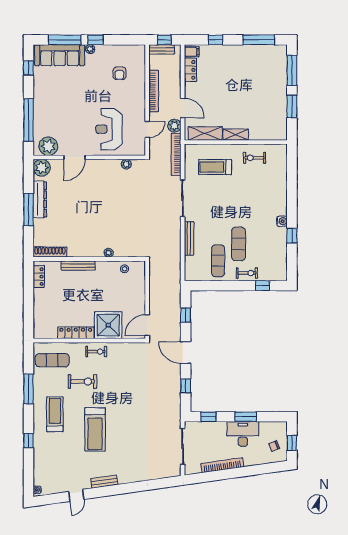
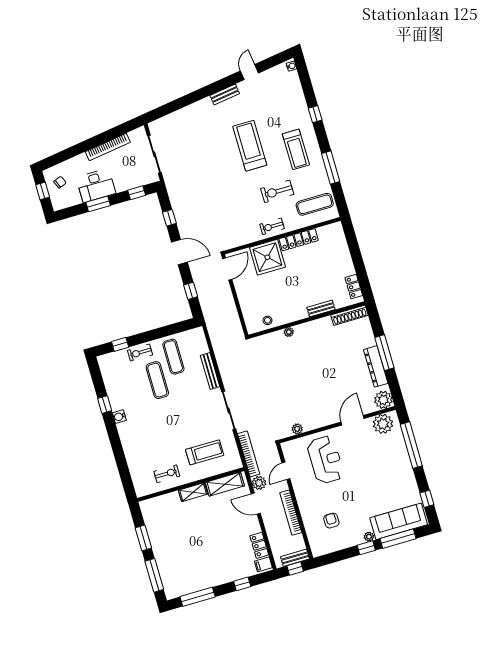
bench: (78, 265) -> (321, 308), width x0.73

